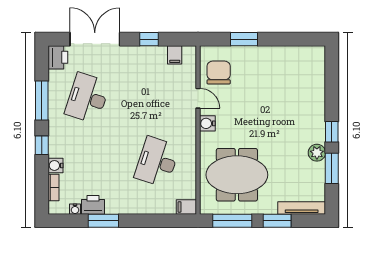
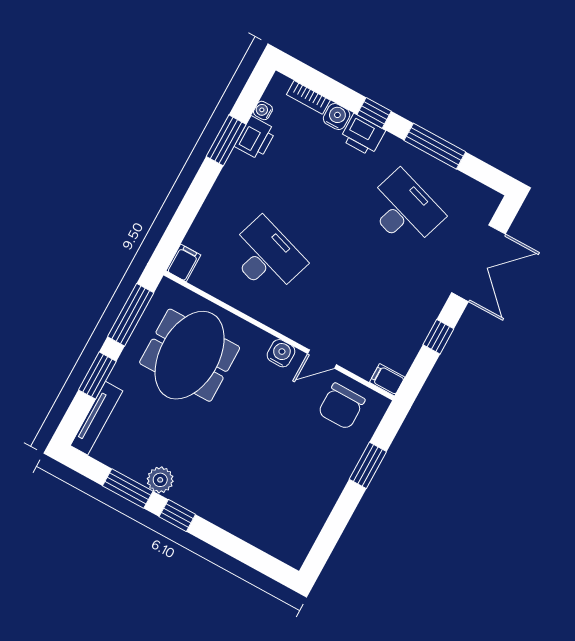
filing cabinet: (175, 55) -> (387, 380), moved
printer: (58, 57) -> (363, 135), moved
chair: (219, 73) -> (341, 406), turned 90

